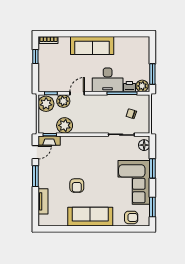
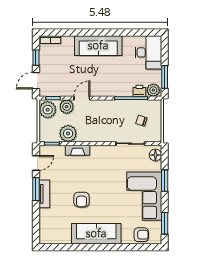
door: (35, 77) -> (36, 81), added
desk: (108, 80) -> (148, 52), moved, turned -90
fireplace: (49, 141) -> (78, 150), moved
tv unit: (43, 201) -> (44, 194), moved

